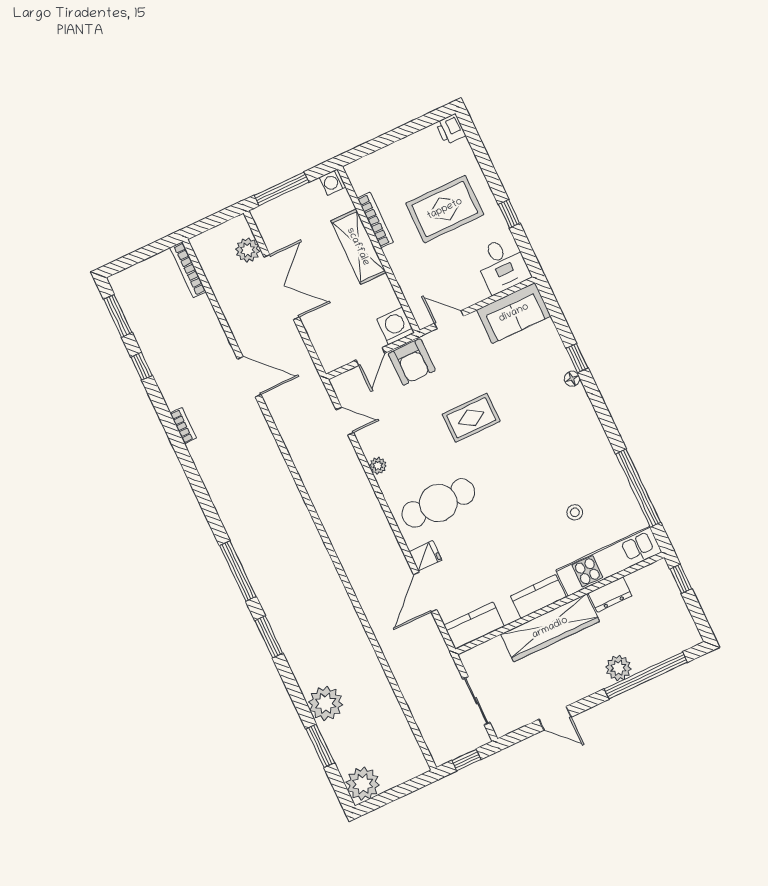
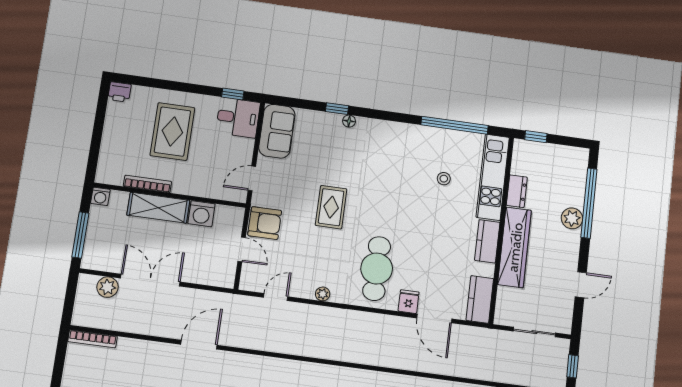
window: (509, 214) -> (233, 94), moved
washing machine: (396, 326) -> (201, 214), moved, turned -90

